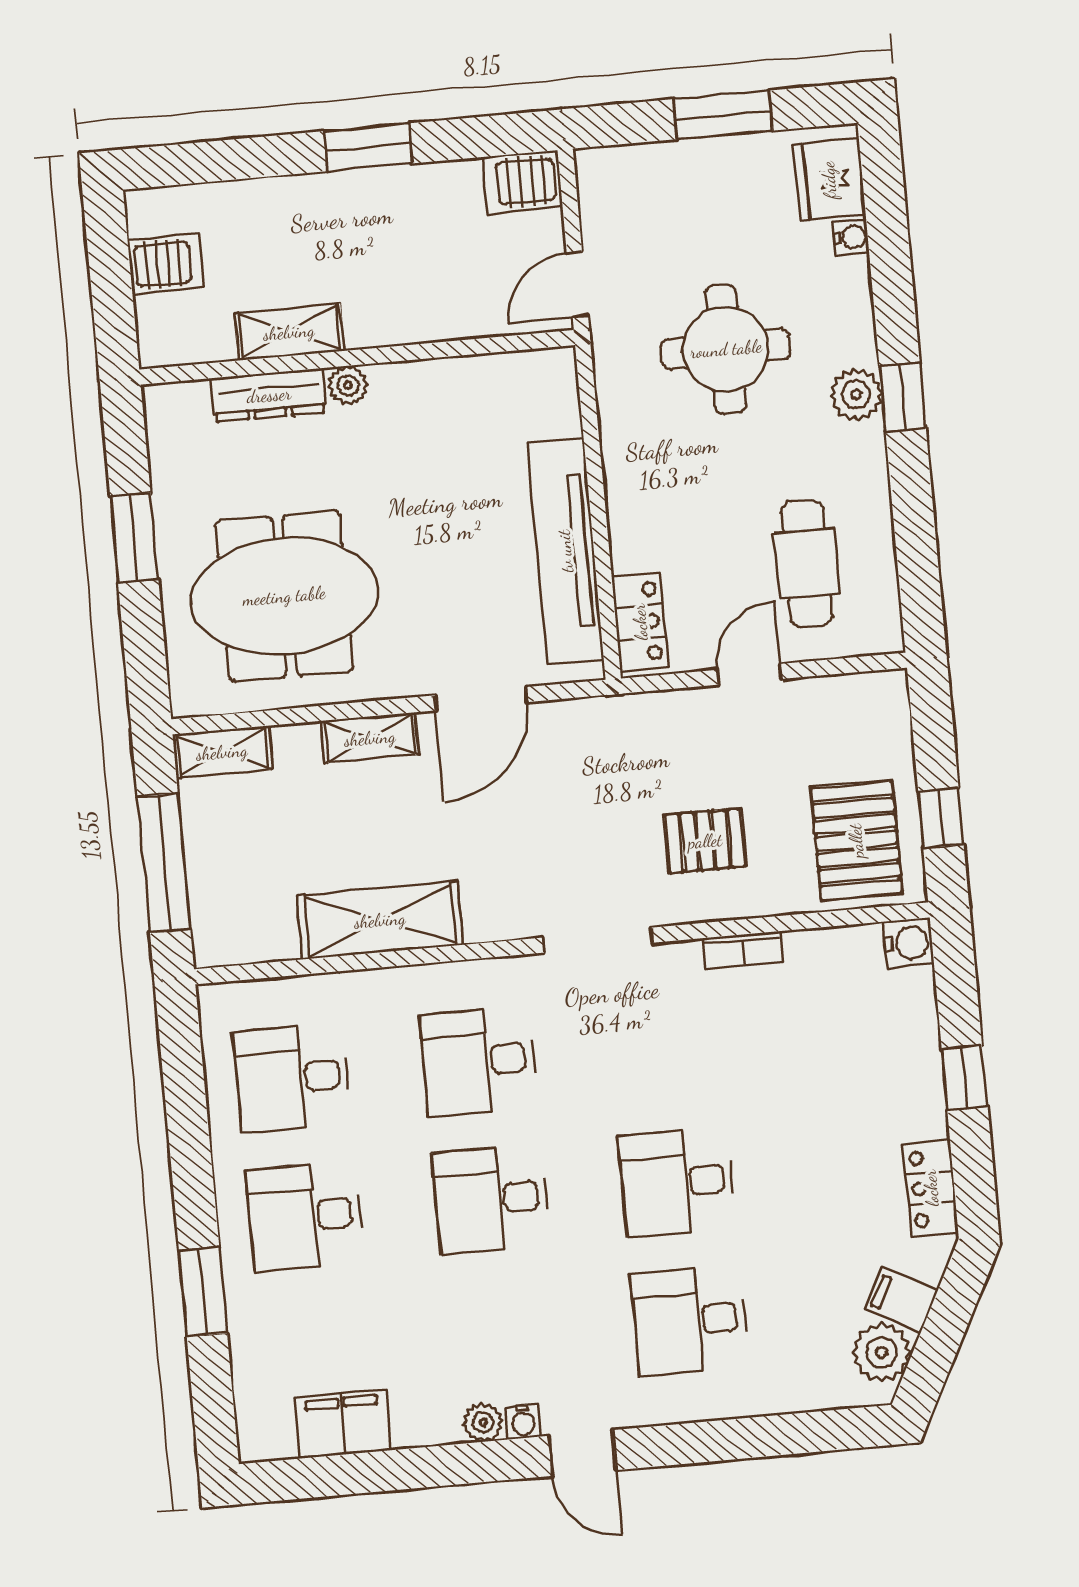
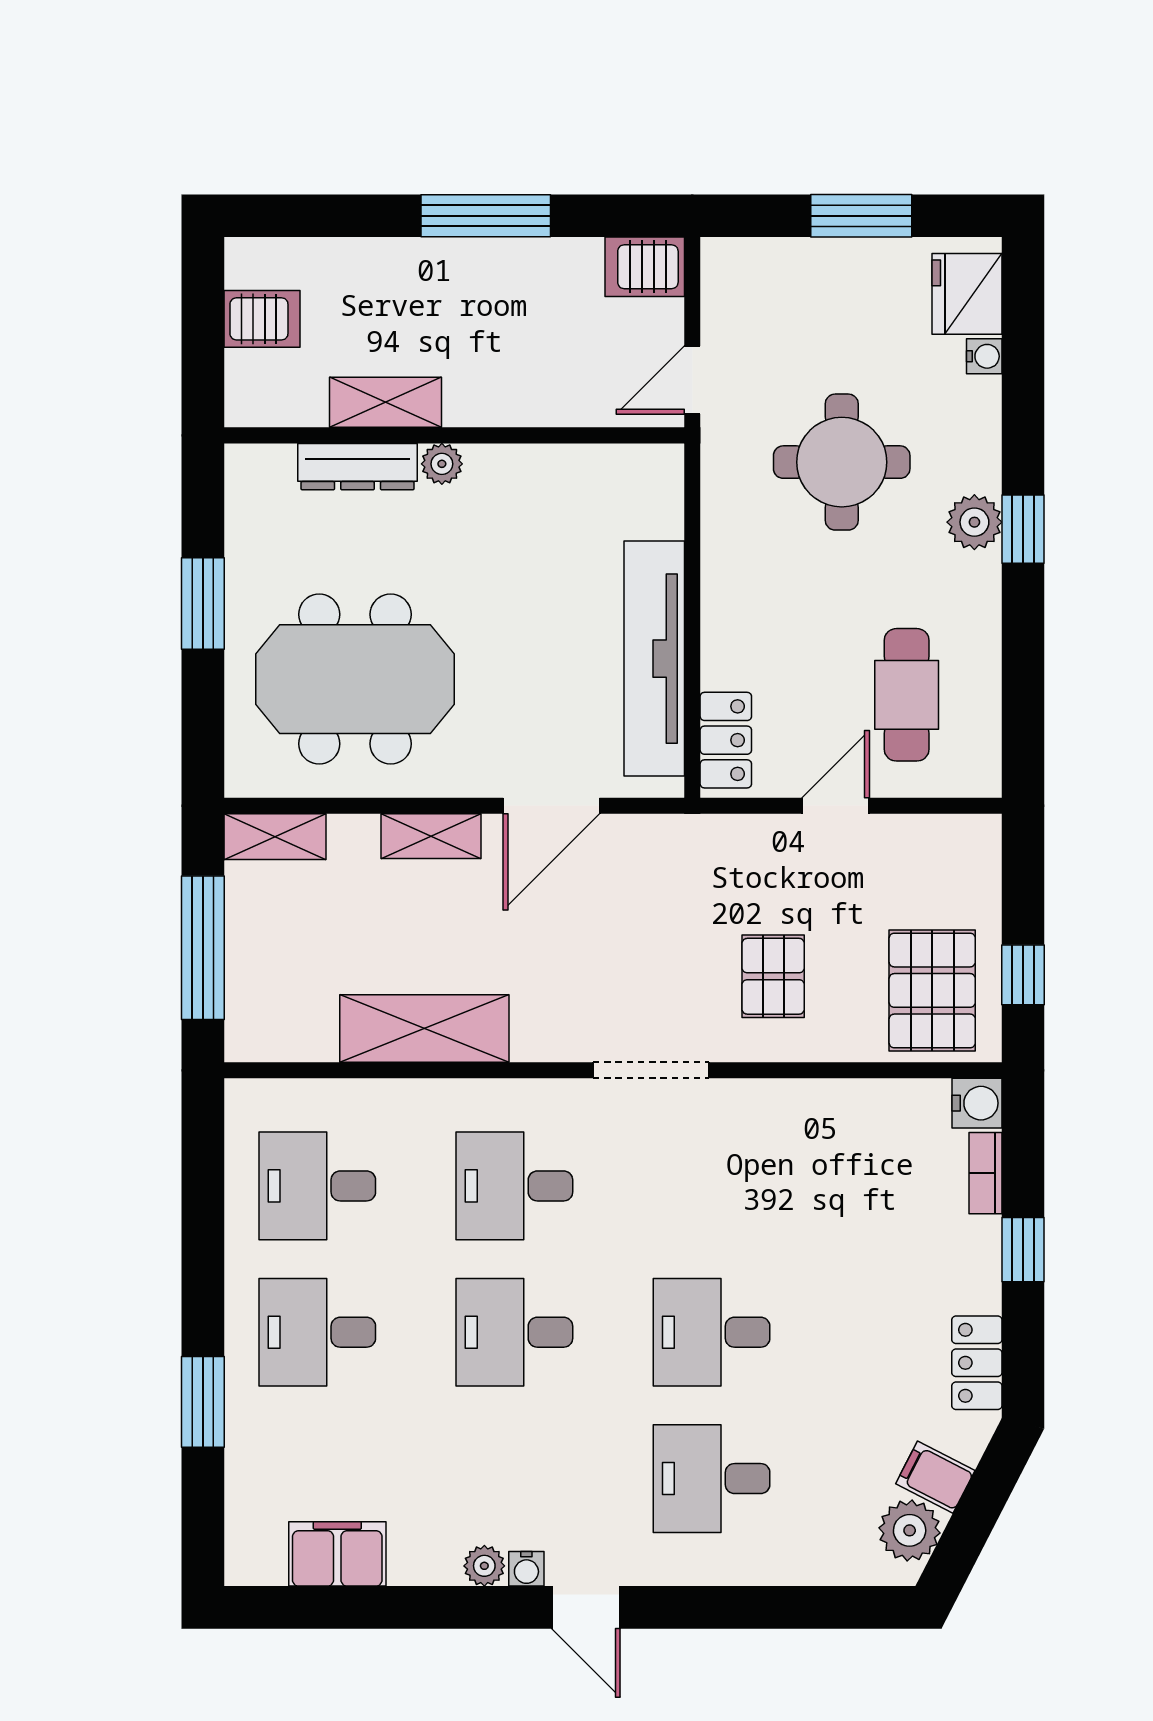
window: (368, 147) -> (486, 216), width x1.44
pallet: (705, 841) -> (773, 976), turned 90
bookcase: (743, 950) -> (986, 1173), moved, turned 90

